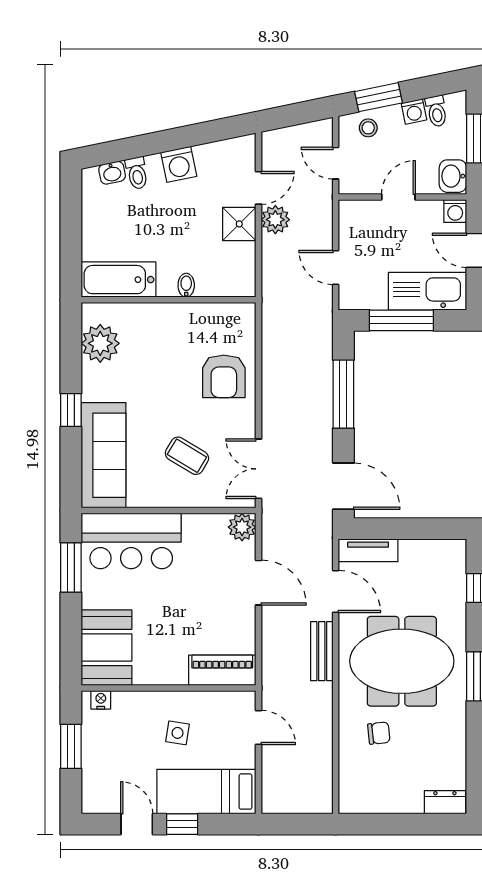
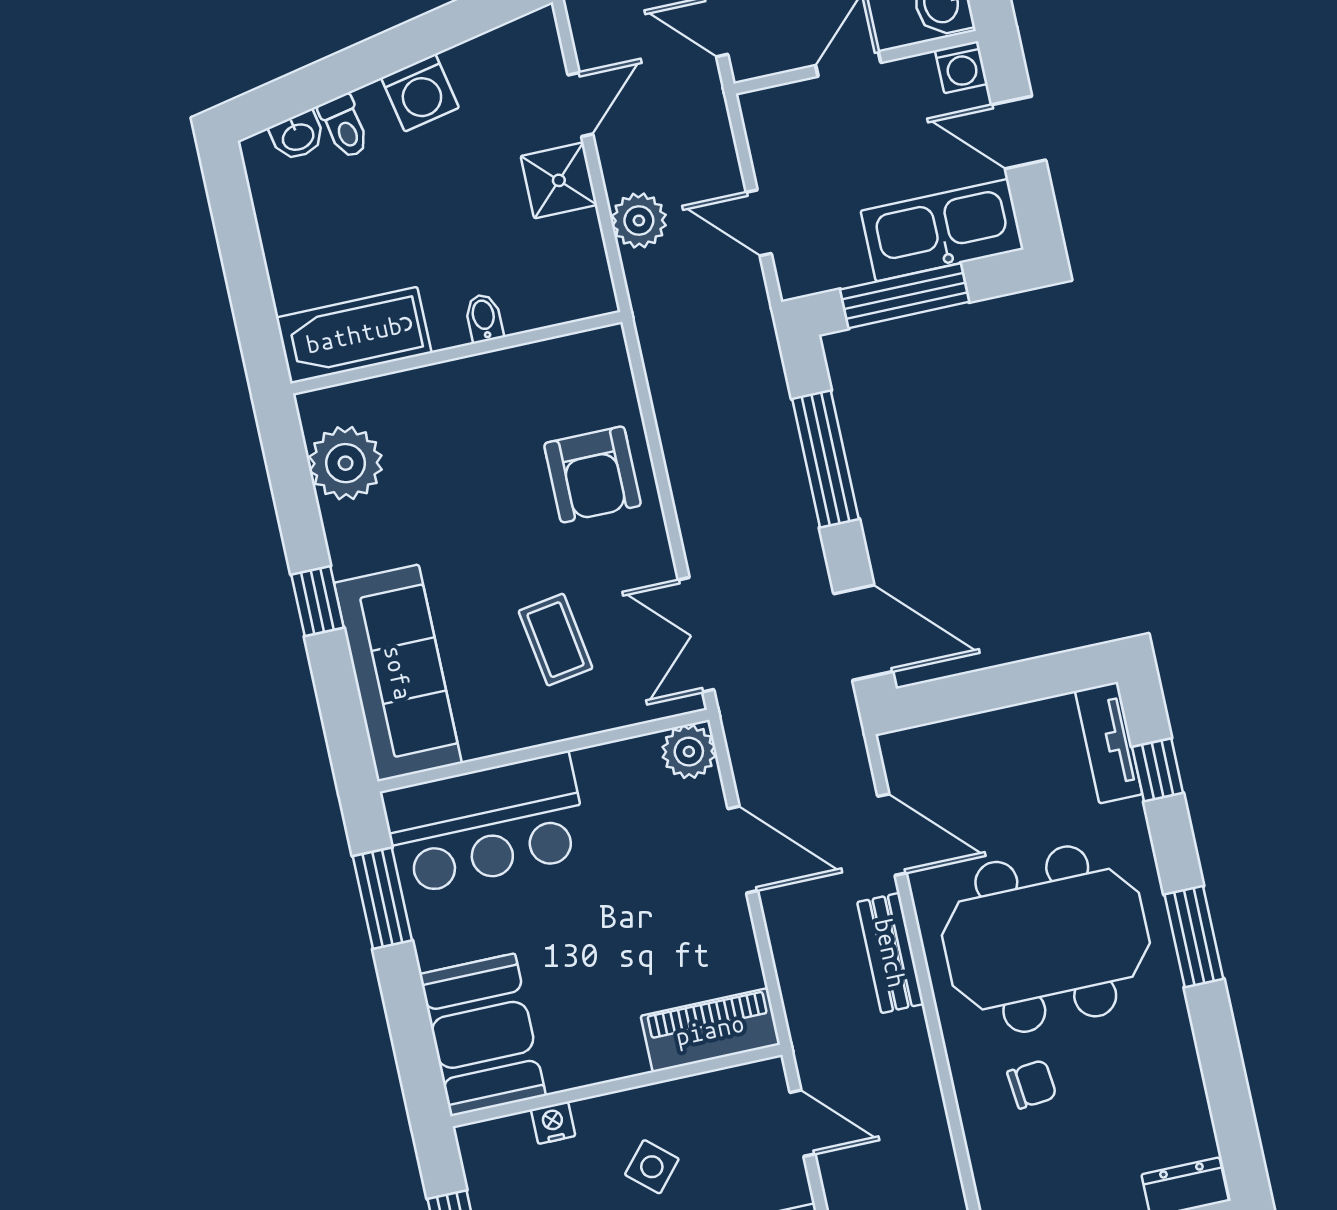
plant: (275, 220) -> (639, 220), moved
coffee table: (187, 456) -> (556, 640), turned 50
tv unit: (368, 550) -> (1109, 742), moved, turned 90
nightstand: (101, 700) -> (553, 1123), moved
side table: (178, 733) -> (652, 1167), turned 32

